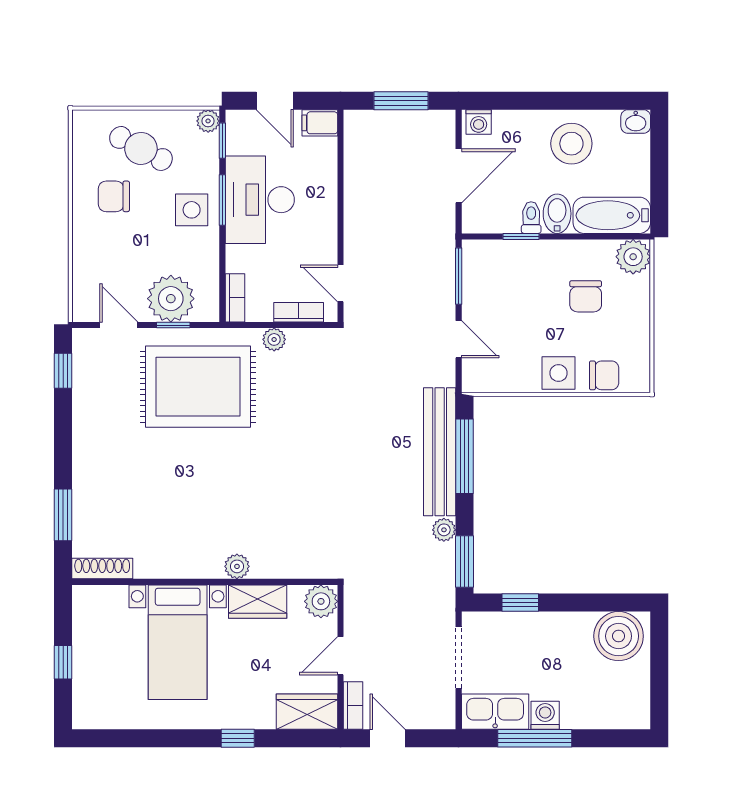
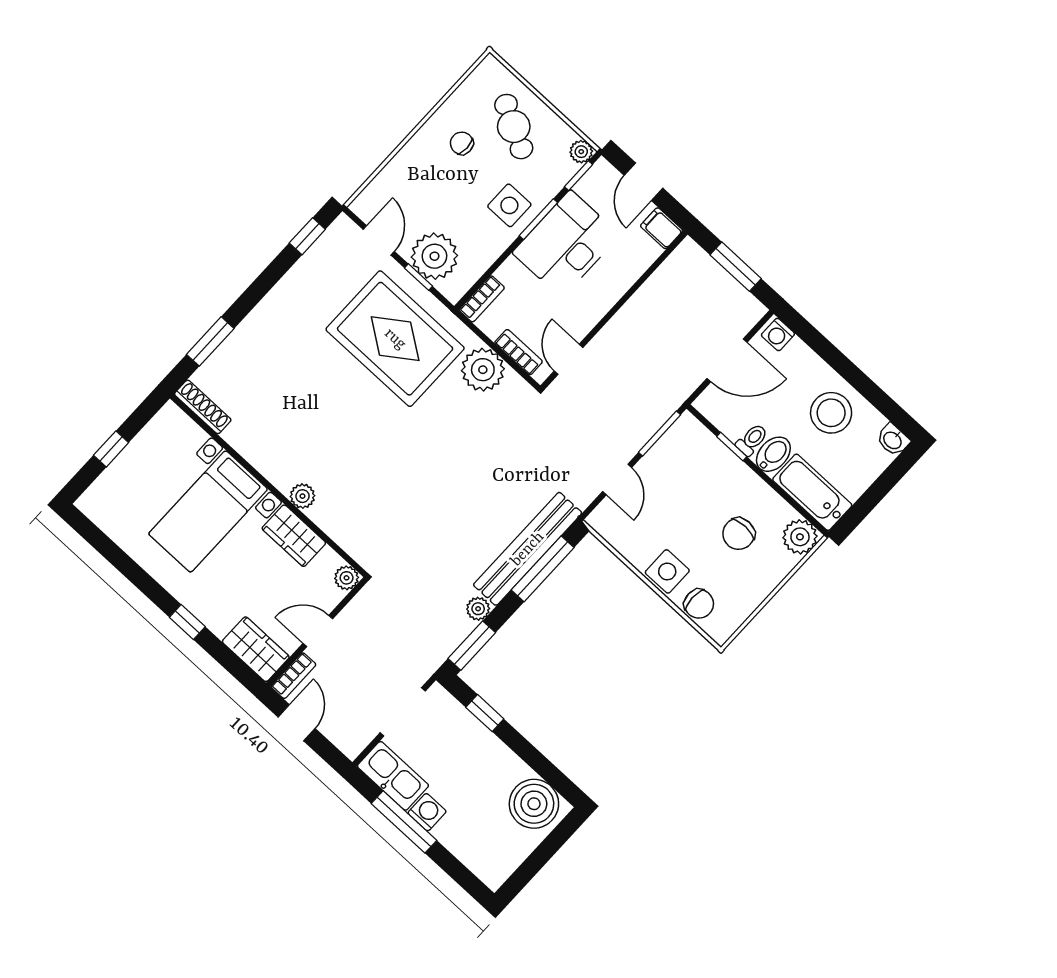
chair: (114, 196) -> (462, 143), width x0.73, depth x0.73
plant: (274, 339) -> (483, 370), width x1.88, depth x1.88
plant: (321, 601) -> (347, 578), width x0.73, depth x0.73

